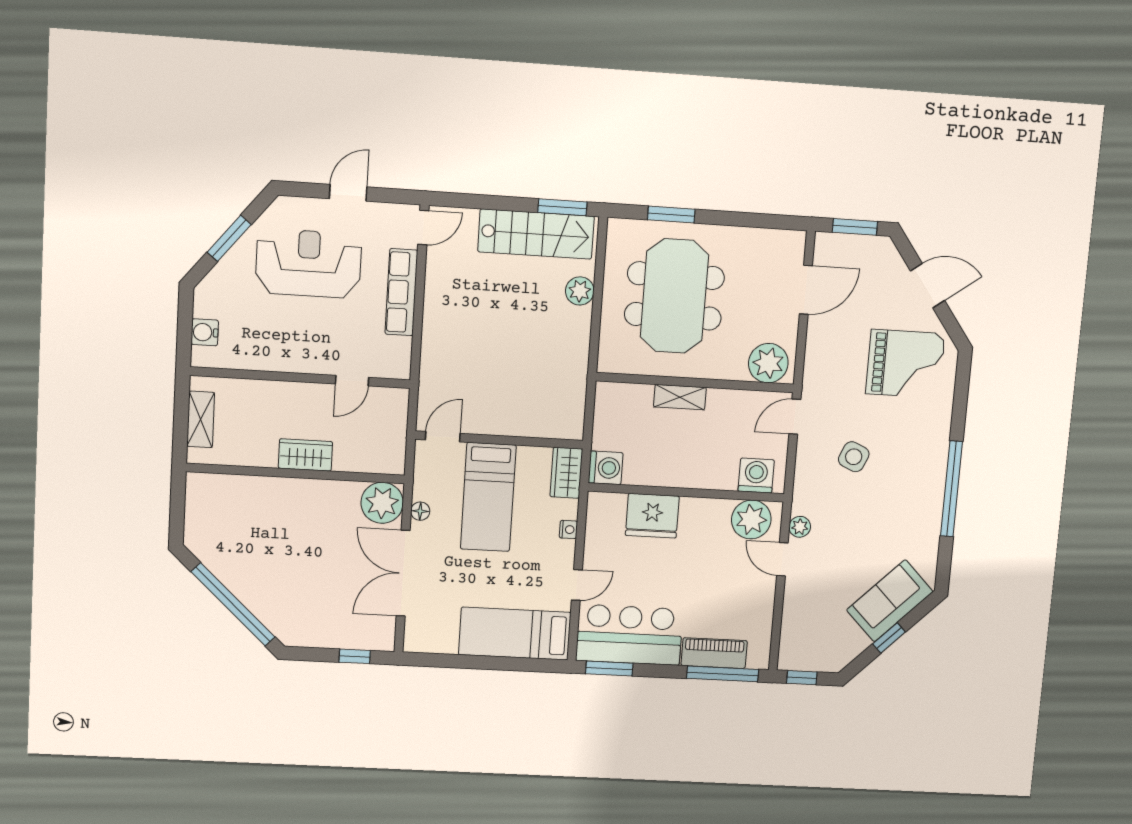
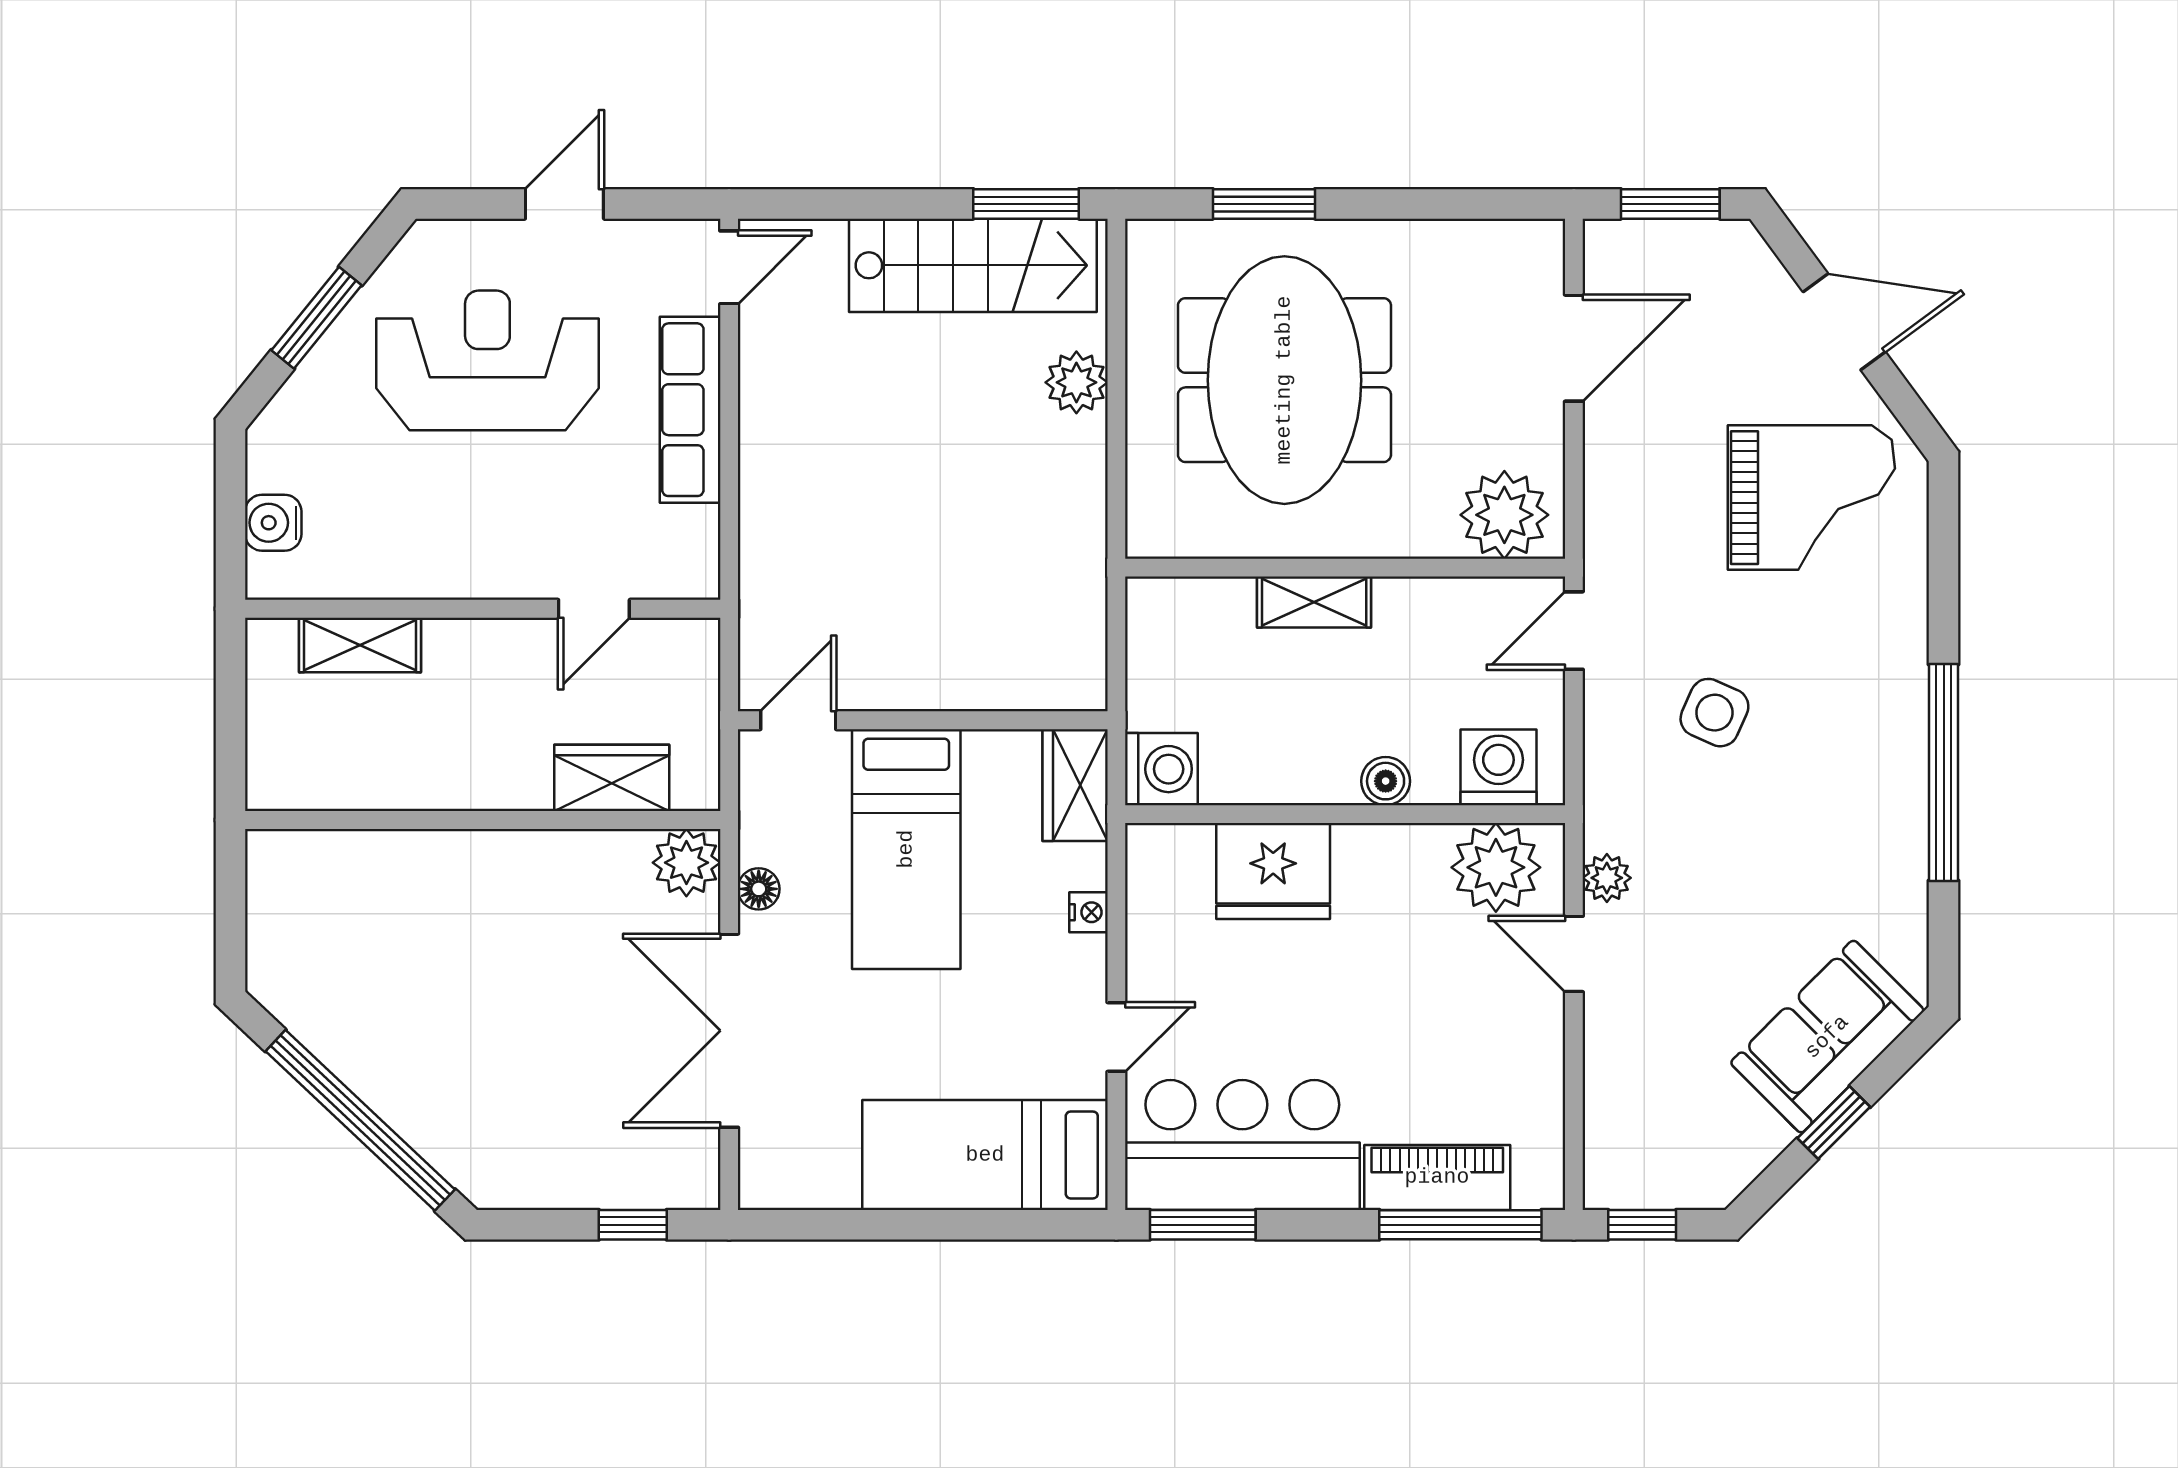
shelving: (201, 419) -> (360, 645), moved, turned 90
wardrobe: (305, 455) -> (612, 778), moved
boiler: (705, 479) -> (1386, 781), added
plant: (382, 503) -> (686, 863), width x0.73, depth x0.73

